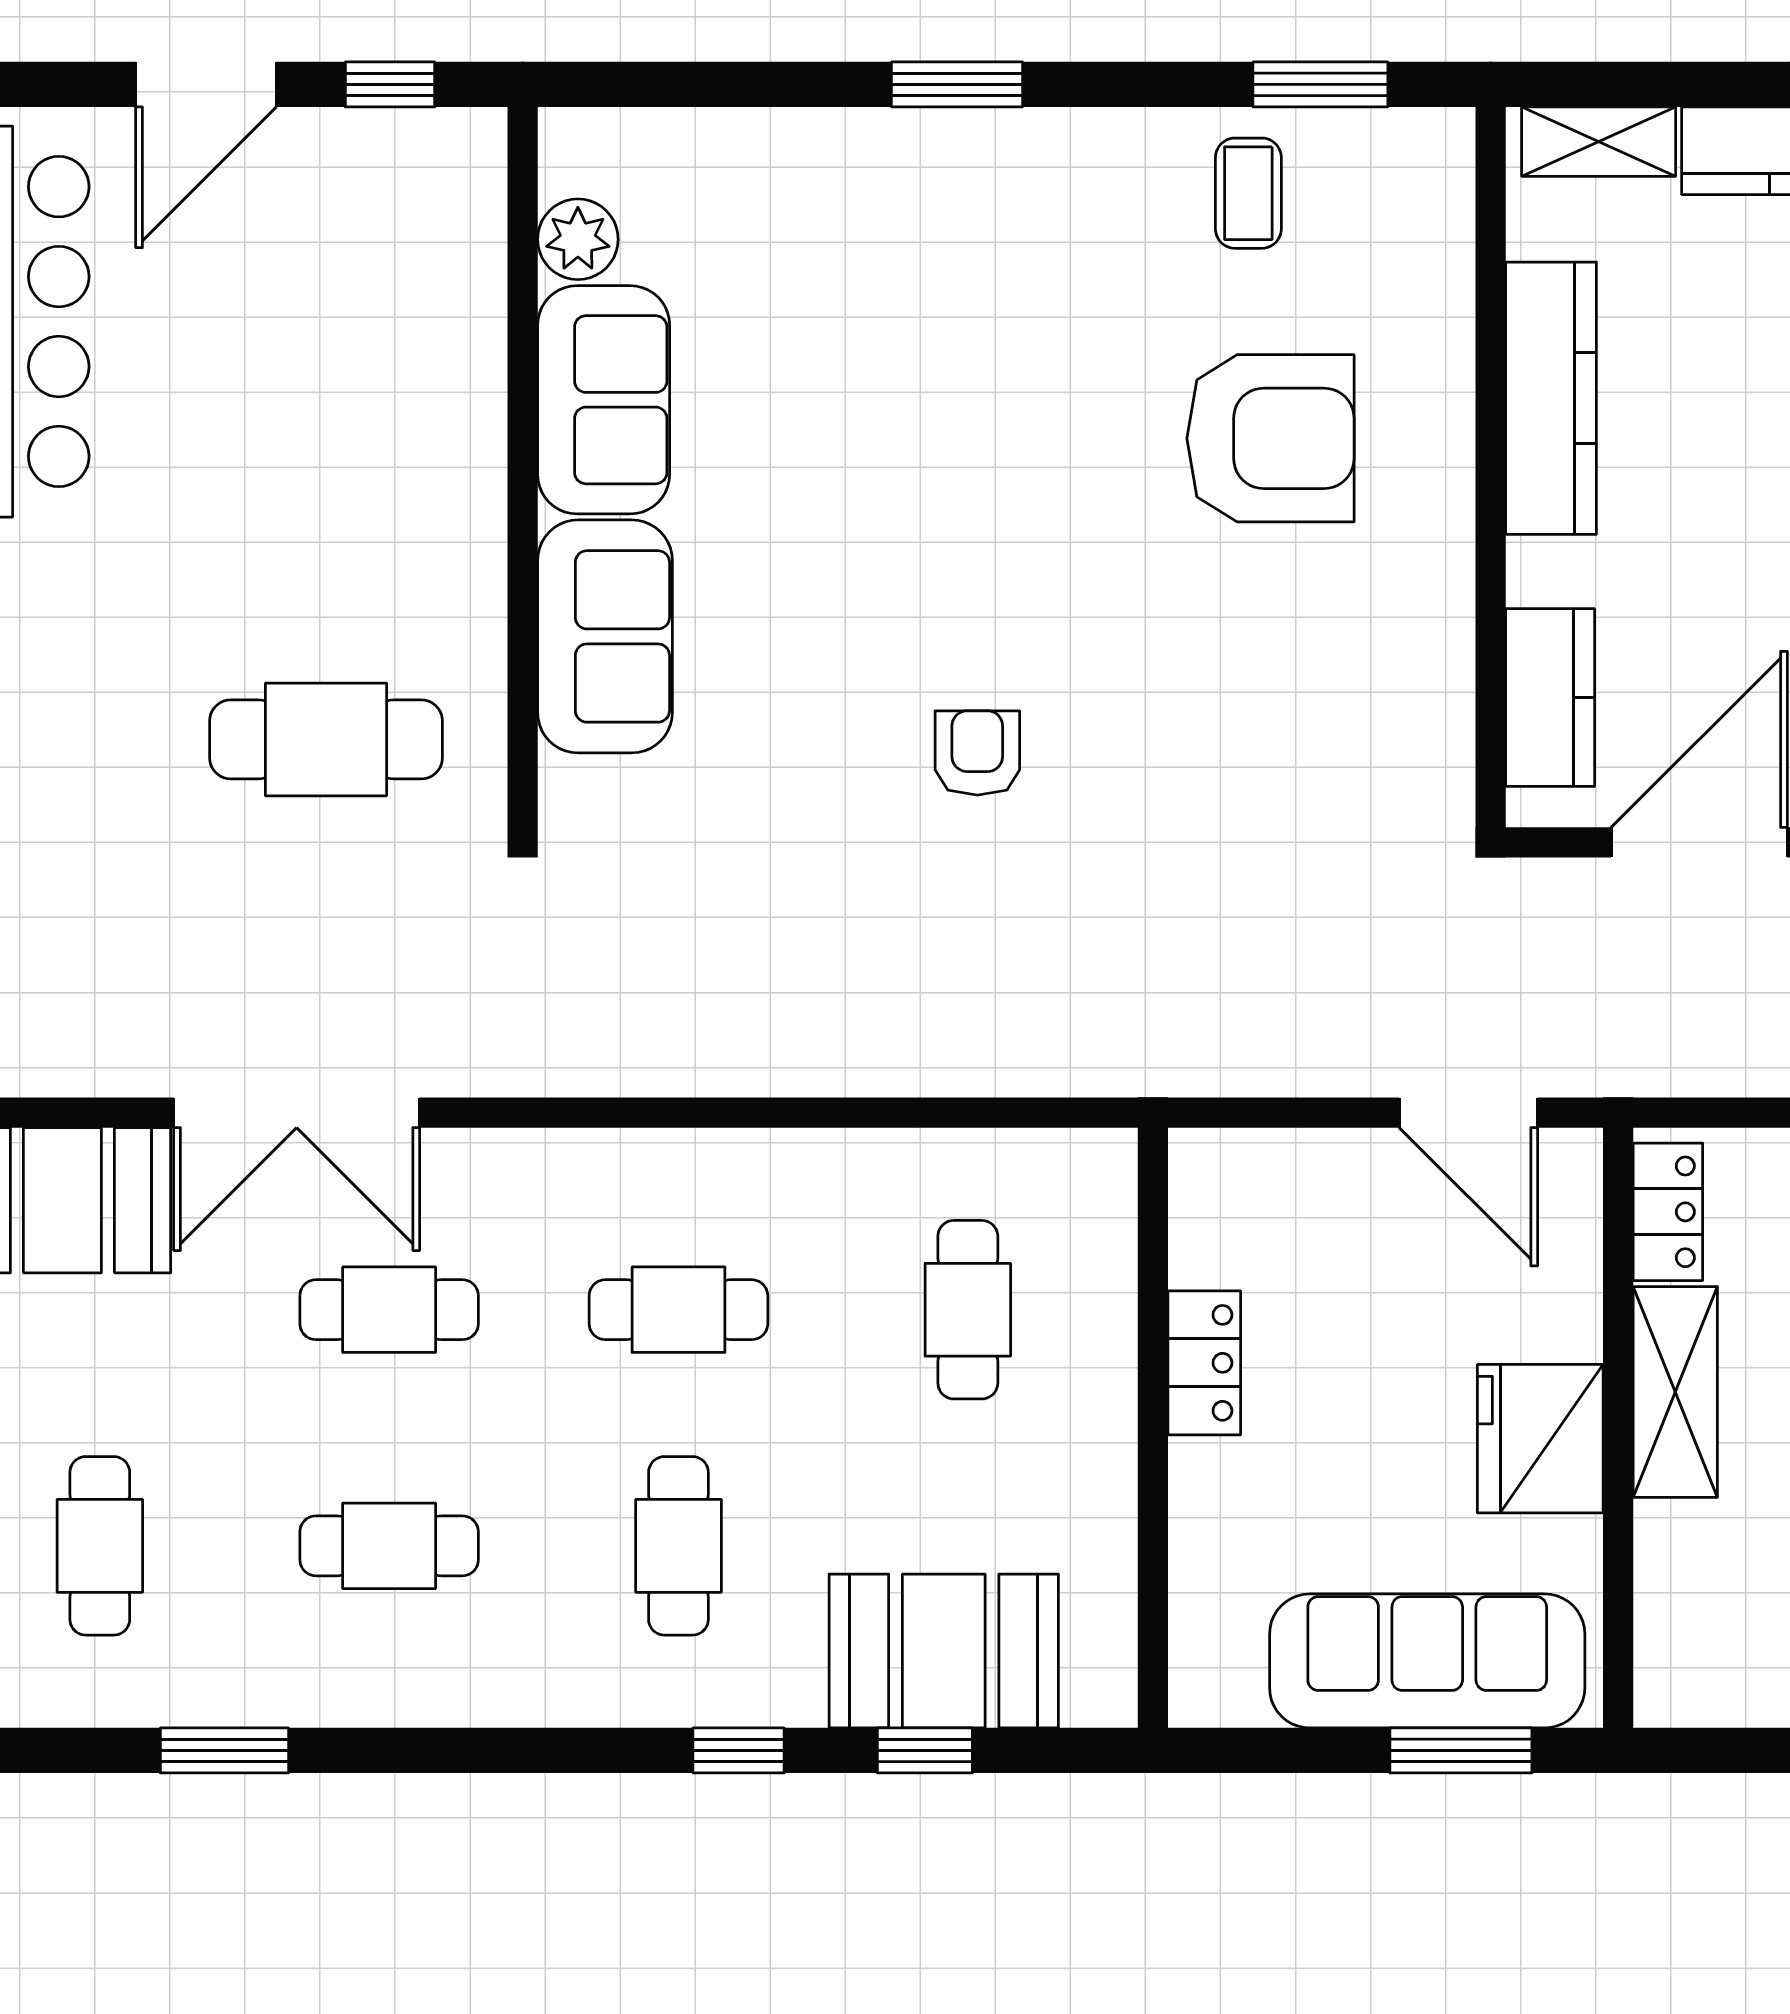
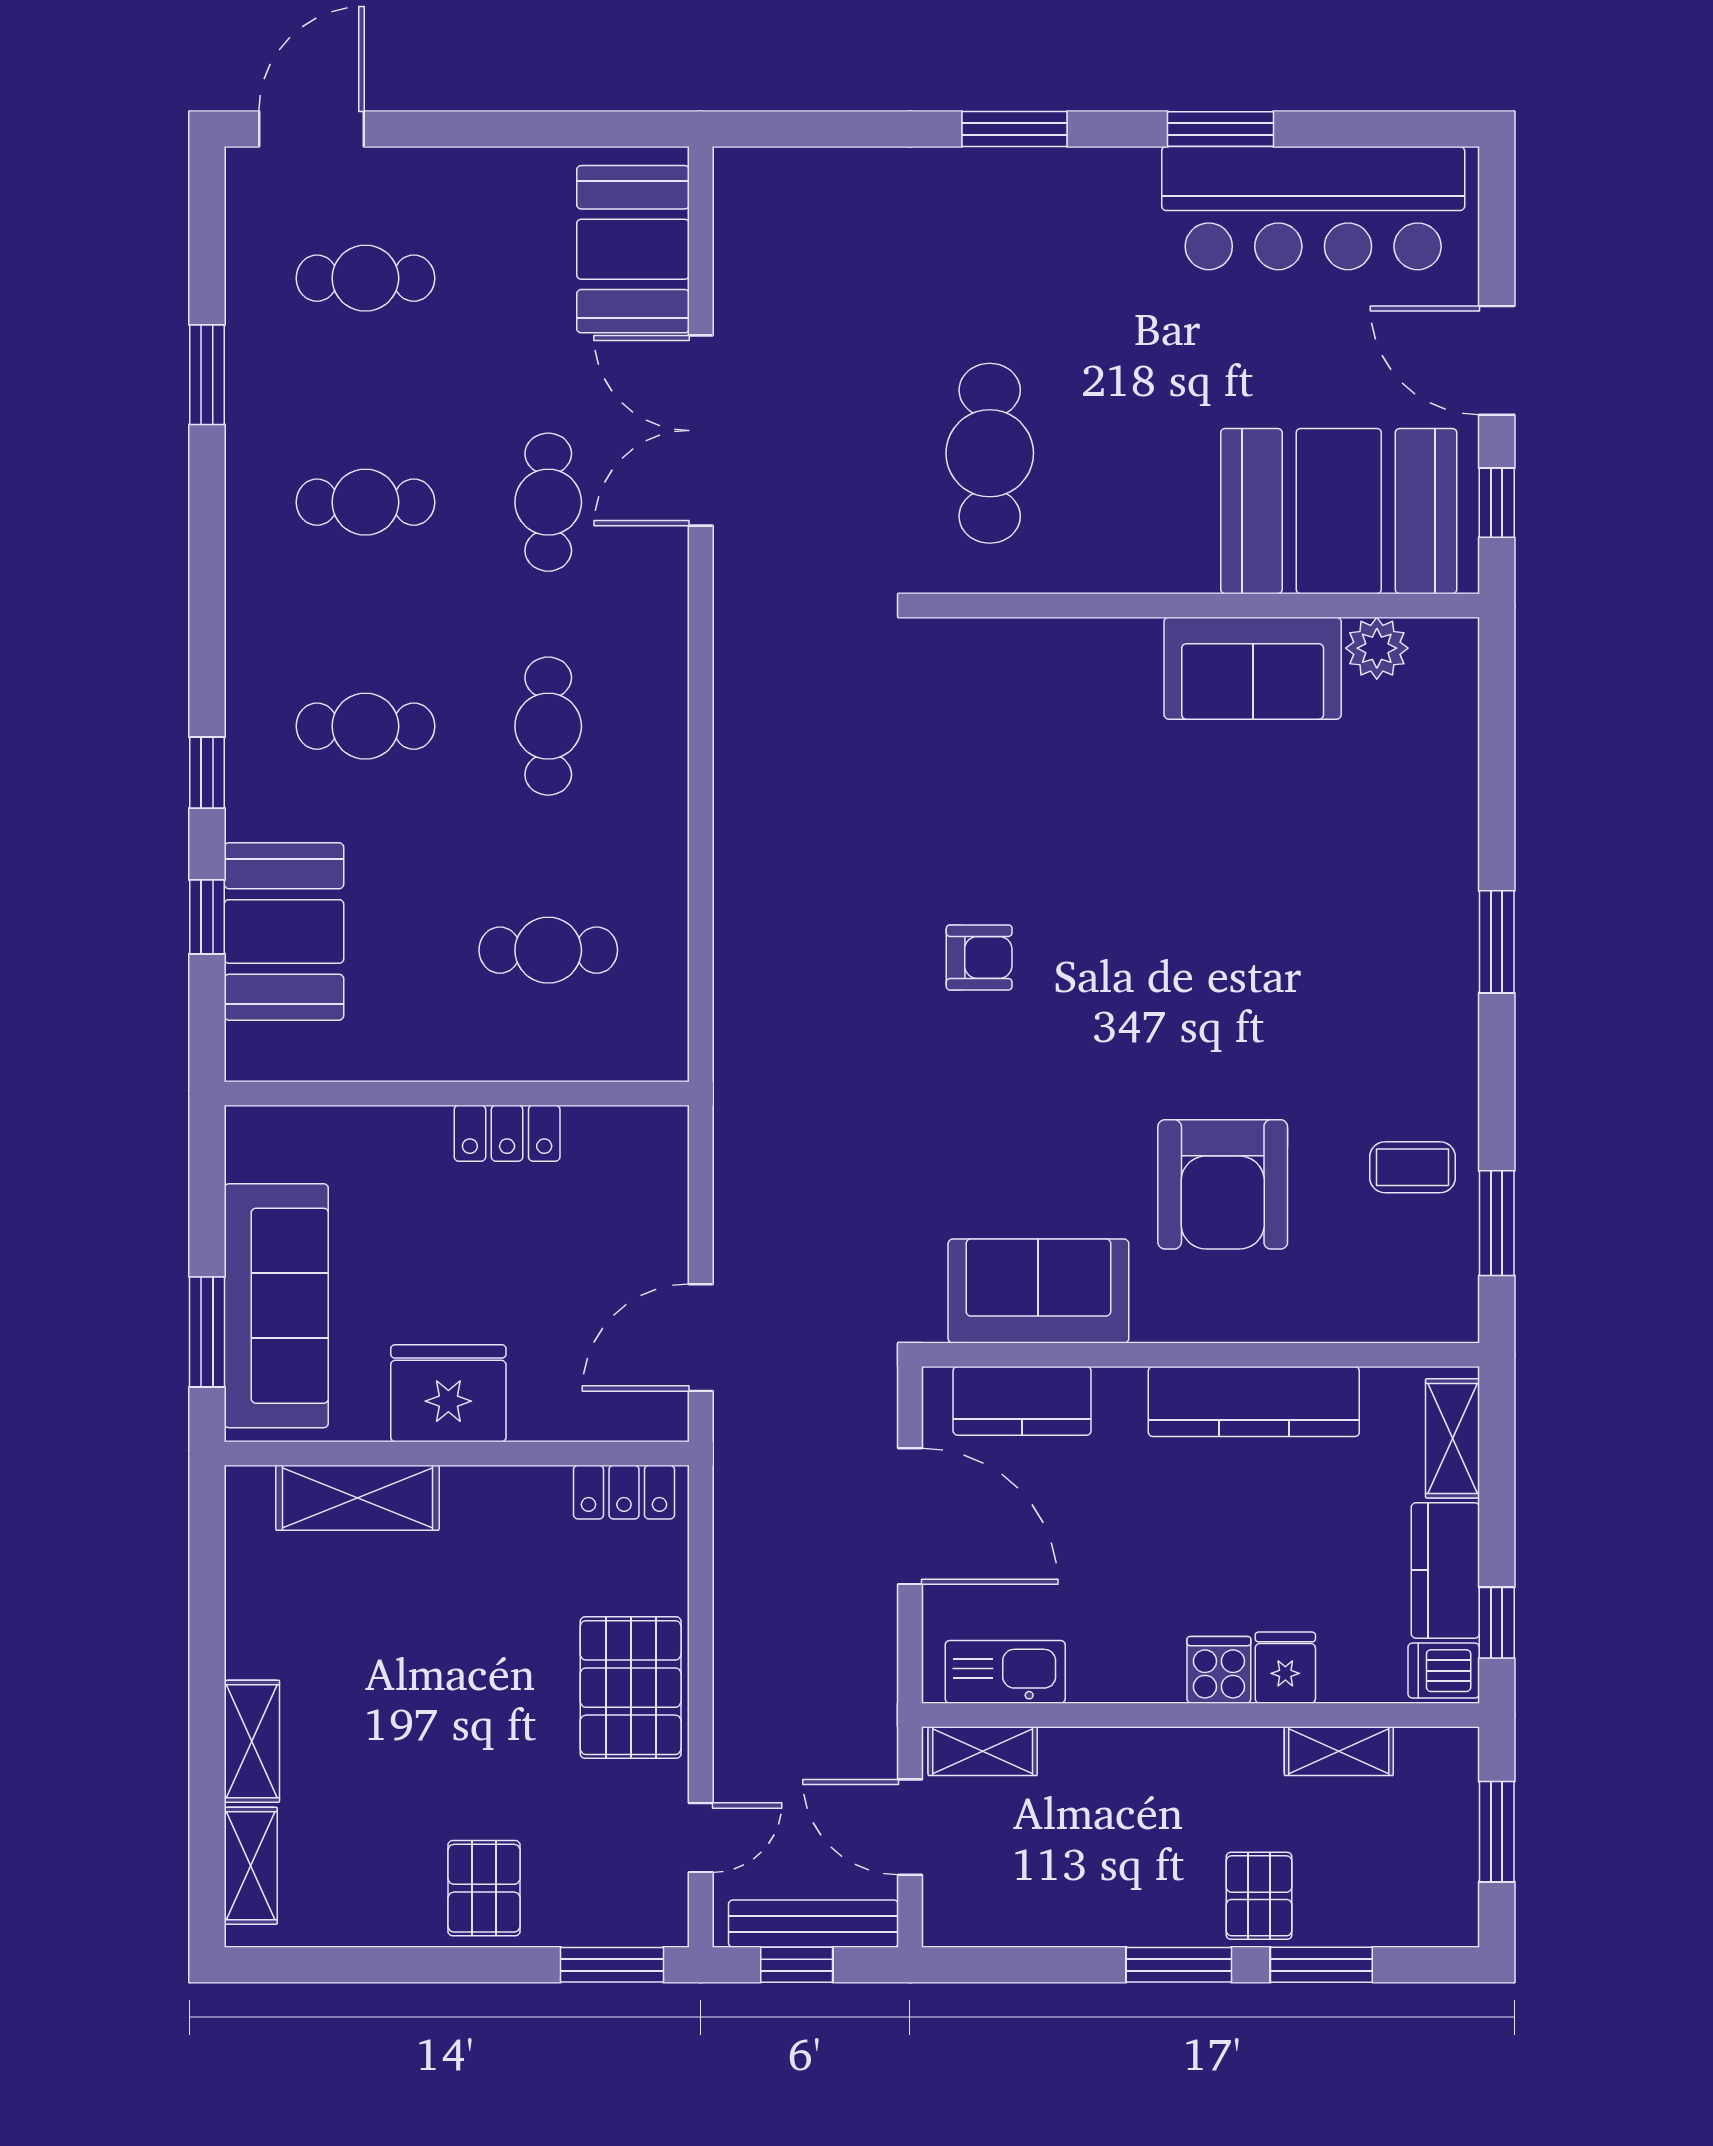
booth: (401, 288) -> (1339, 511), added
sofa: (605, 636) -> (1038, 1291), moved, turned 180
shelving: (1675, 1392) -> (357, 1498), moved
cafe table: (389, 1546) -> (365, 502), turned 90

